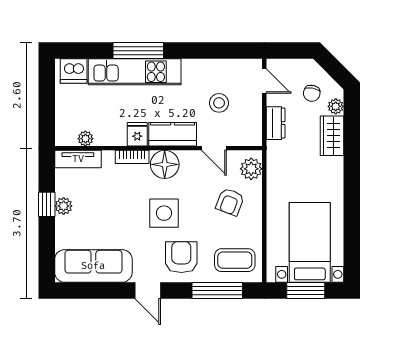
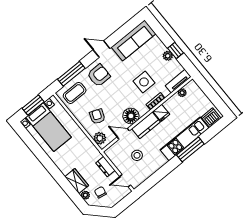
floor lamp: (165, 164) -> (131, 116), moved
side table: (164, 213) -> (144, 82), moved
armchair: (181, 257) -> (99, 75), turned -90

